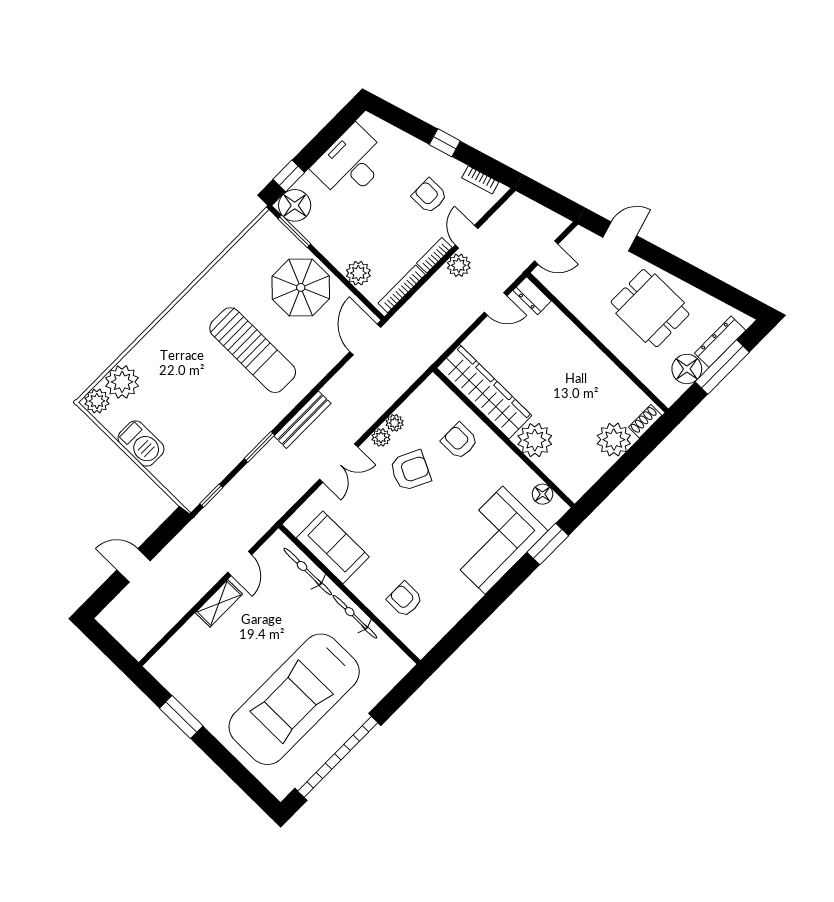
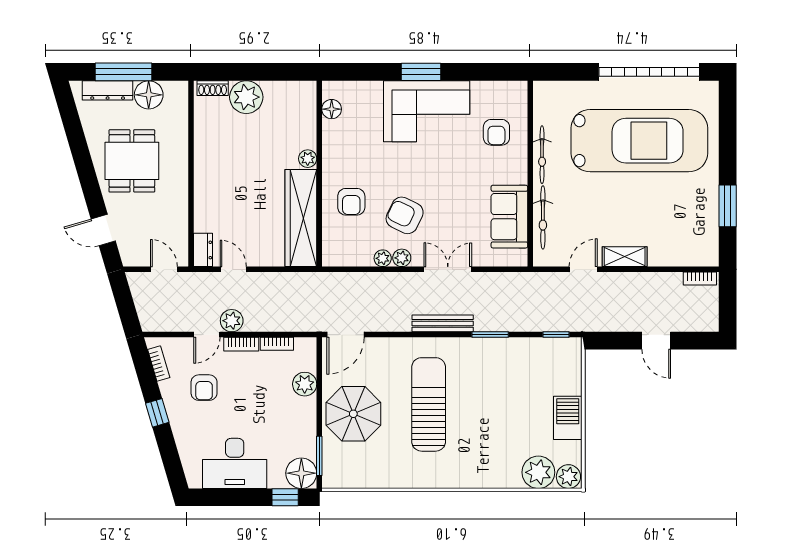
bookcase: (402, 289) -> (277, 344), width x0.64
plant: (535, 440) -> (308, 159), width x0.53, depth x0.53
corner sofa: (494, 540) -> (427, 111), moved
window: (548, 544) -> (421, 72), moved
bookcase: (148, 643) -> (700, 279), added

